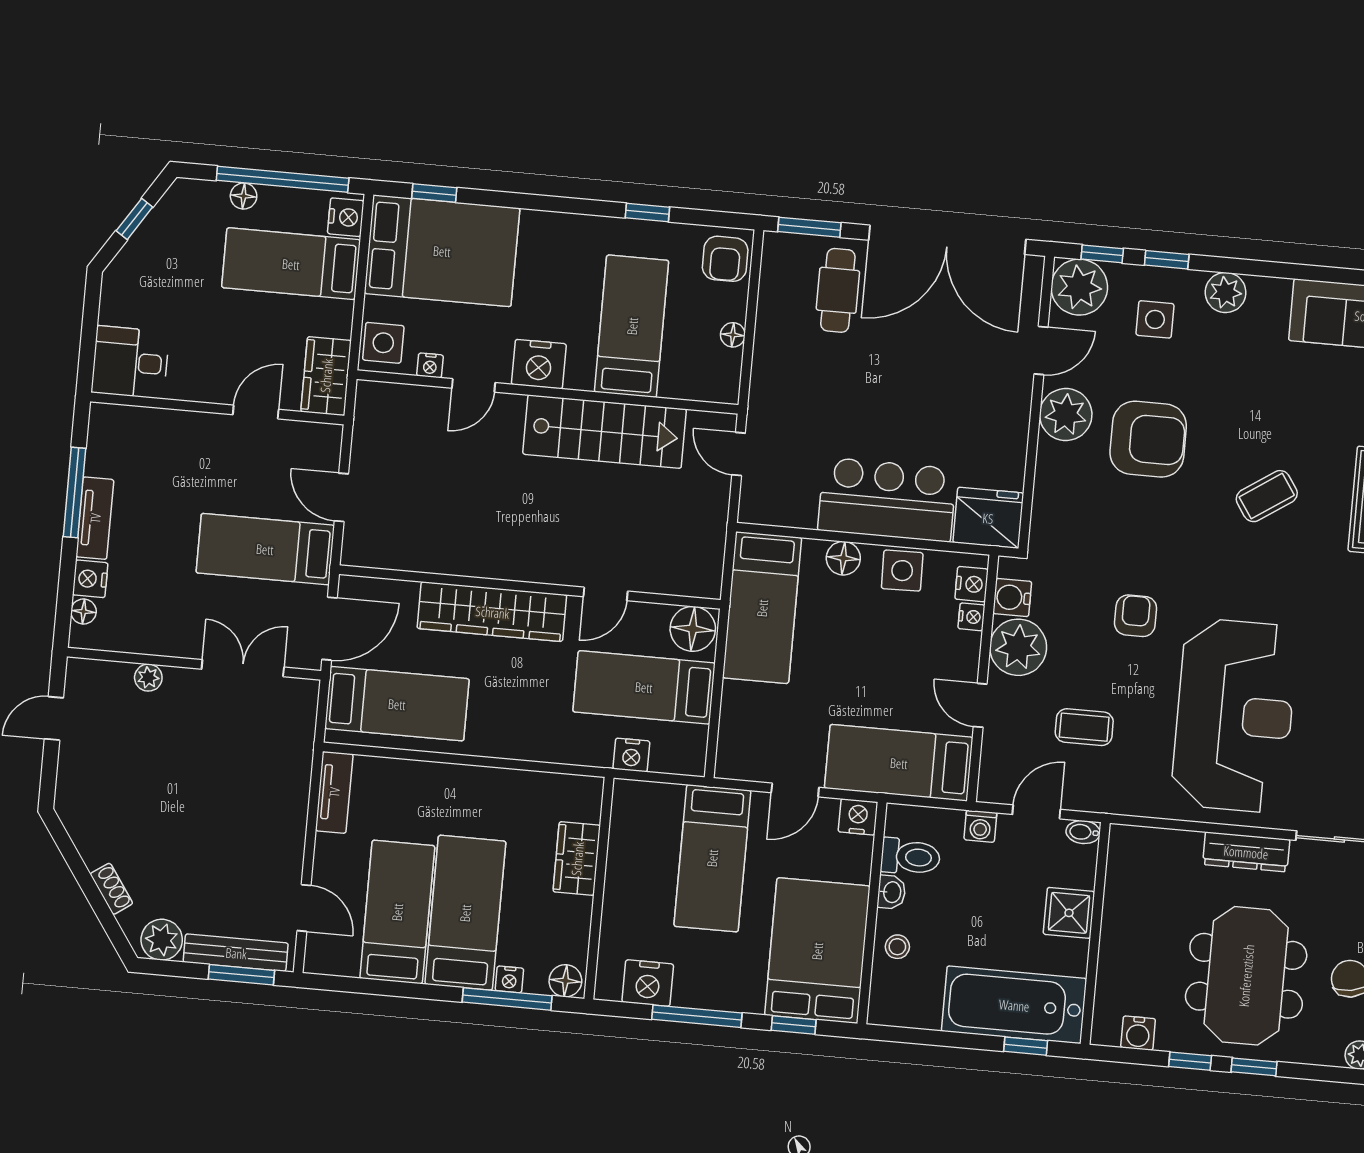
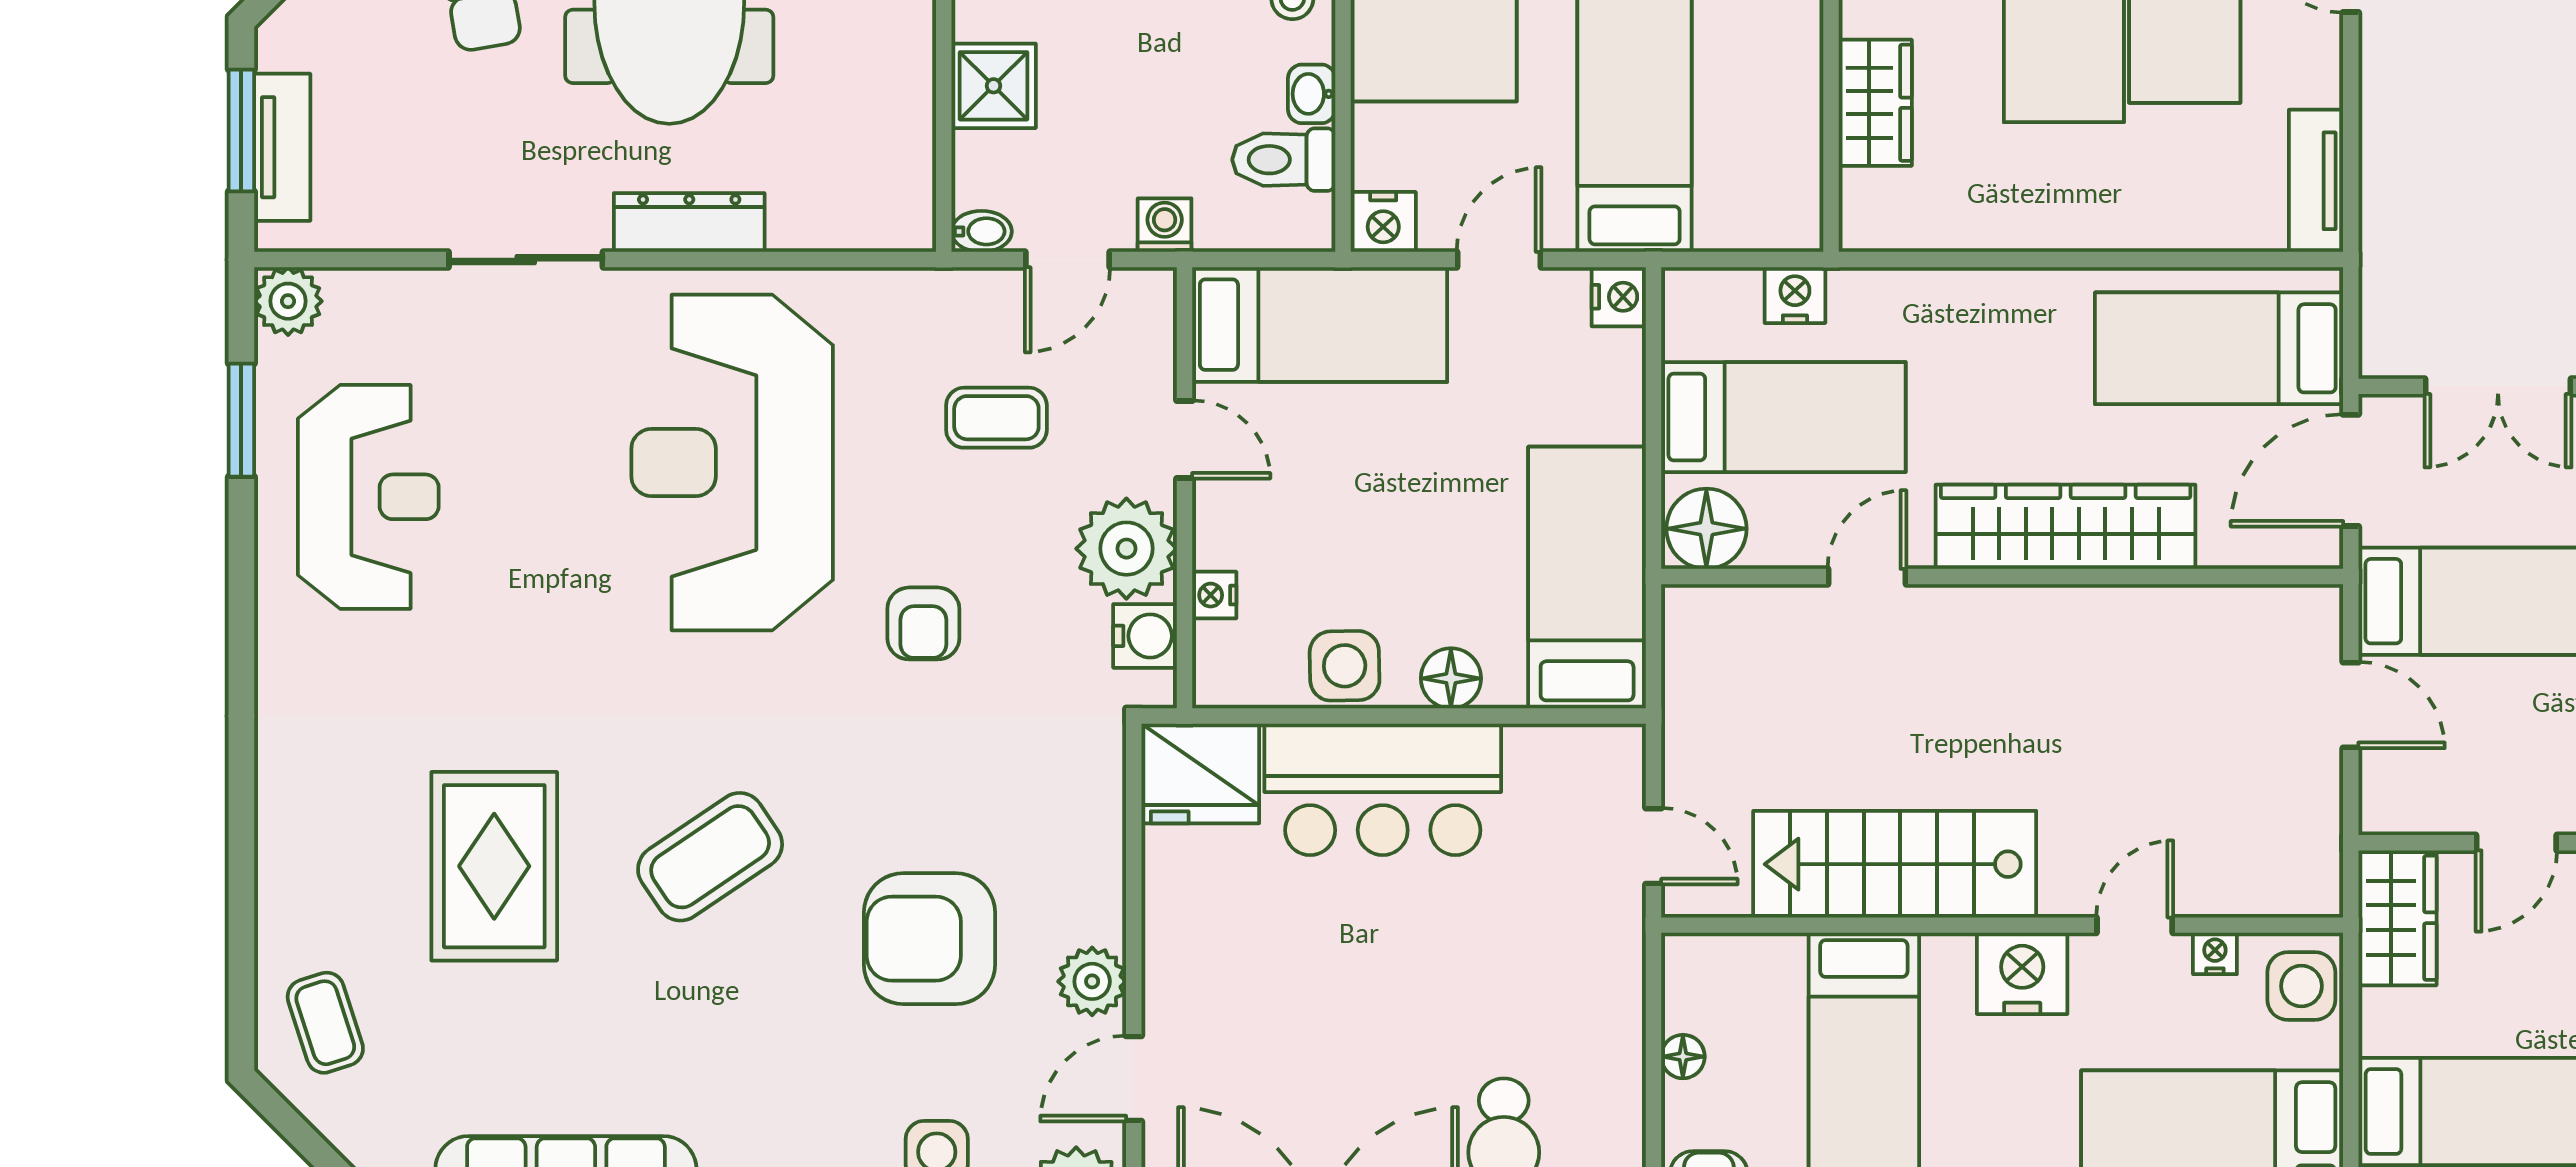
plant: (1066, 415) -> (1092, 981), width x0.73, depth x0.73
coffee table: (1267, 496) -> (710, 857), width x1.36, depth x1.30
nightstand: (972, 584) -> (1619, 297), moved, turned 180

